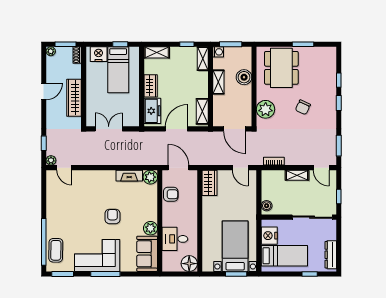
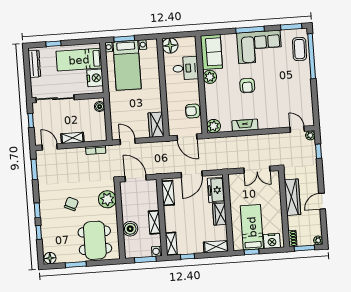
floor lamp: (329, 53) -> (50, 258), added
fireplace: (129, 176) -> (245, 125), moved

